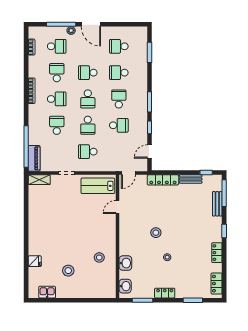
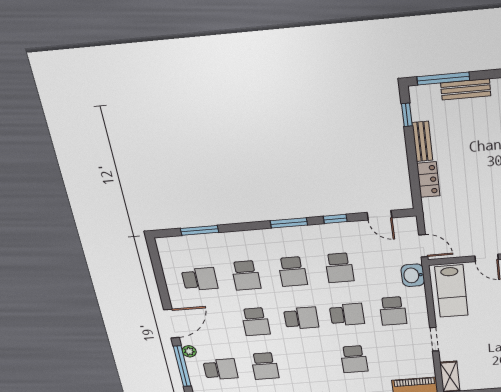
school desk: (57, 46) -> (221, 369), turned 90
school desk: (119, 46) -> (200, 279), turned -90
school desk: (57, 73) -> (265, 366), turned -90
school desk: (57, 99) -> (309, 363), removed
school desk: (119, 99) -> (293, 272), turned -90
school desk: (57, 125) -> (354, 359), turned -90
school desk: (119, 125) -> (339, 268), turned 180
washbasin: (110, 165) -> (413, 275), added
locker: (163, 180) -> (428, 180), width x0.66

